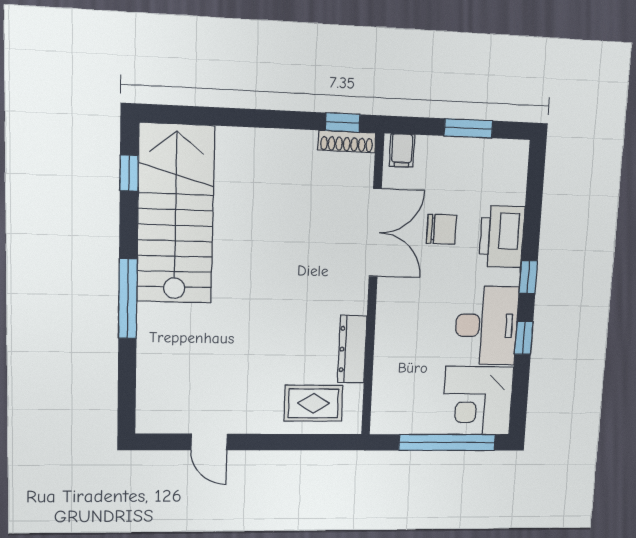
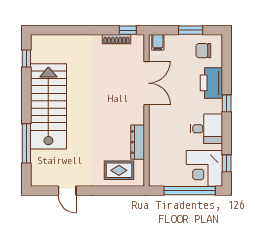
shoe rack: (347, 142) -> (116, 39), moved
stairs: (175, 214) -> (48, 106), moved
chair: (442, 229) -> (203, 51), moved, turned 180
window: (128, 299) -> (26, 143), moved
desk: (487, 326) -> (206, 129), width x0.73
window: (524, 338) -> (227, 163), moved

